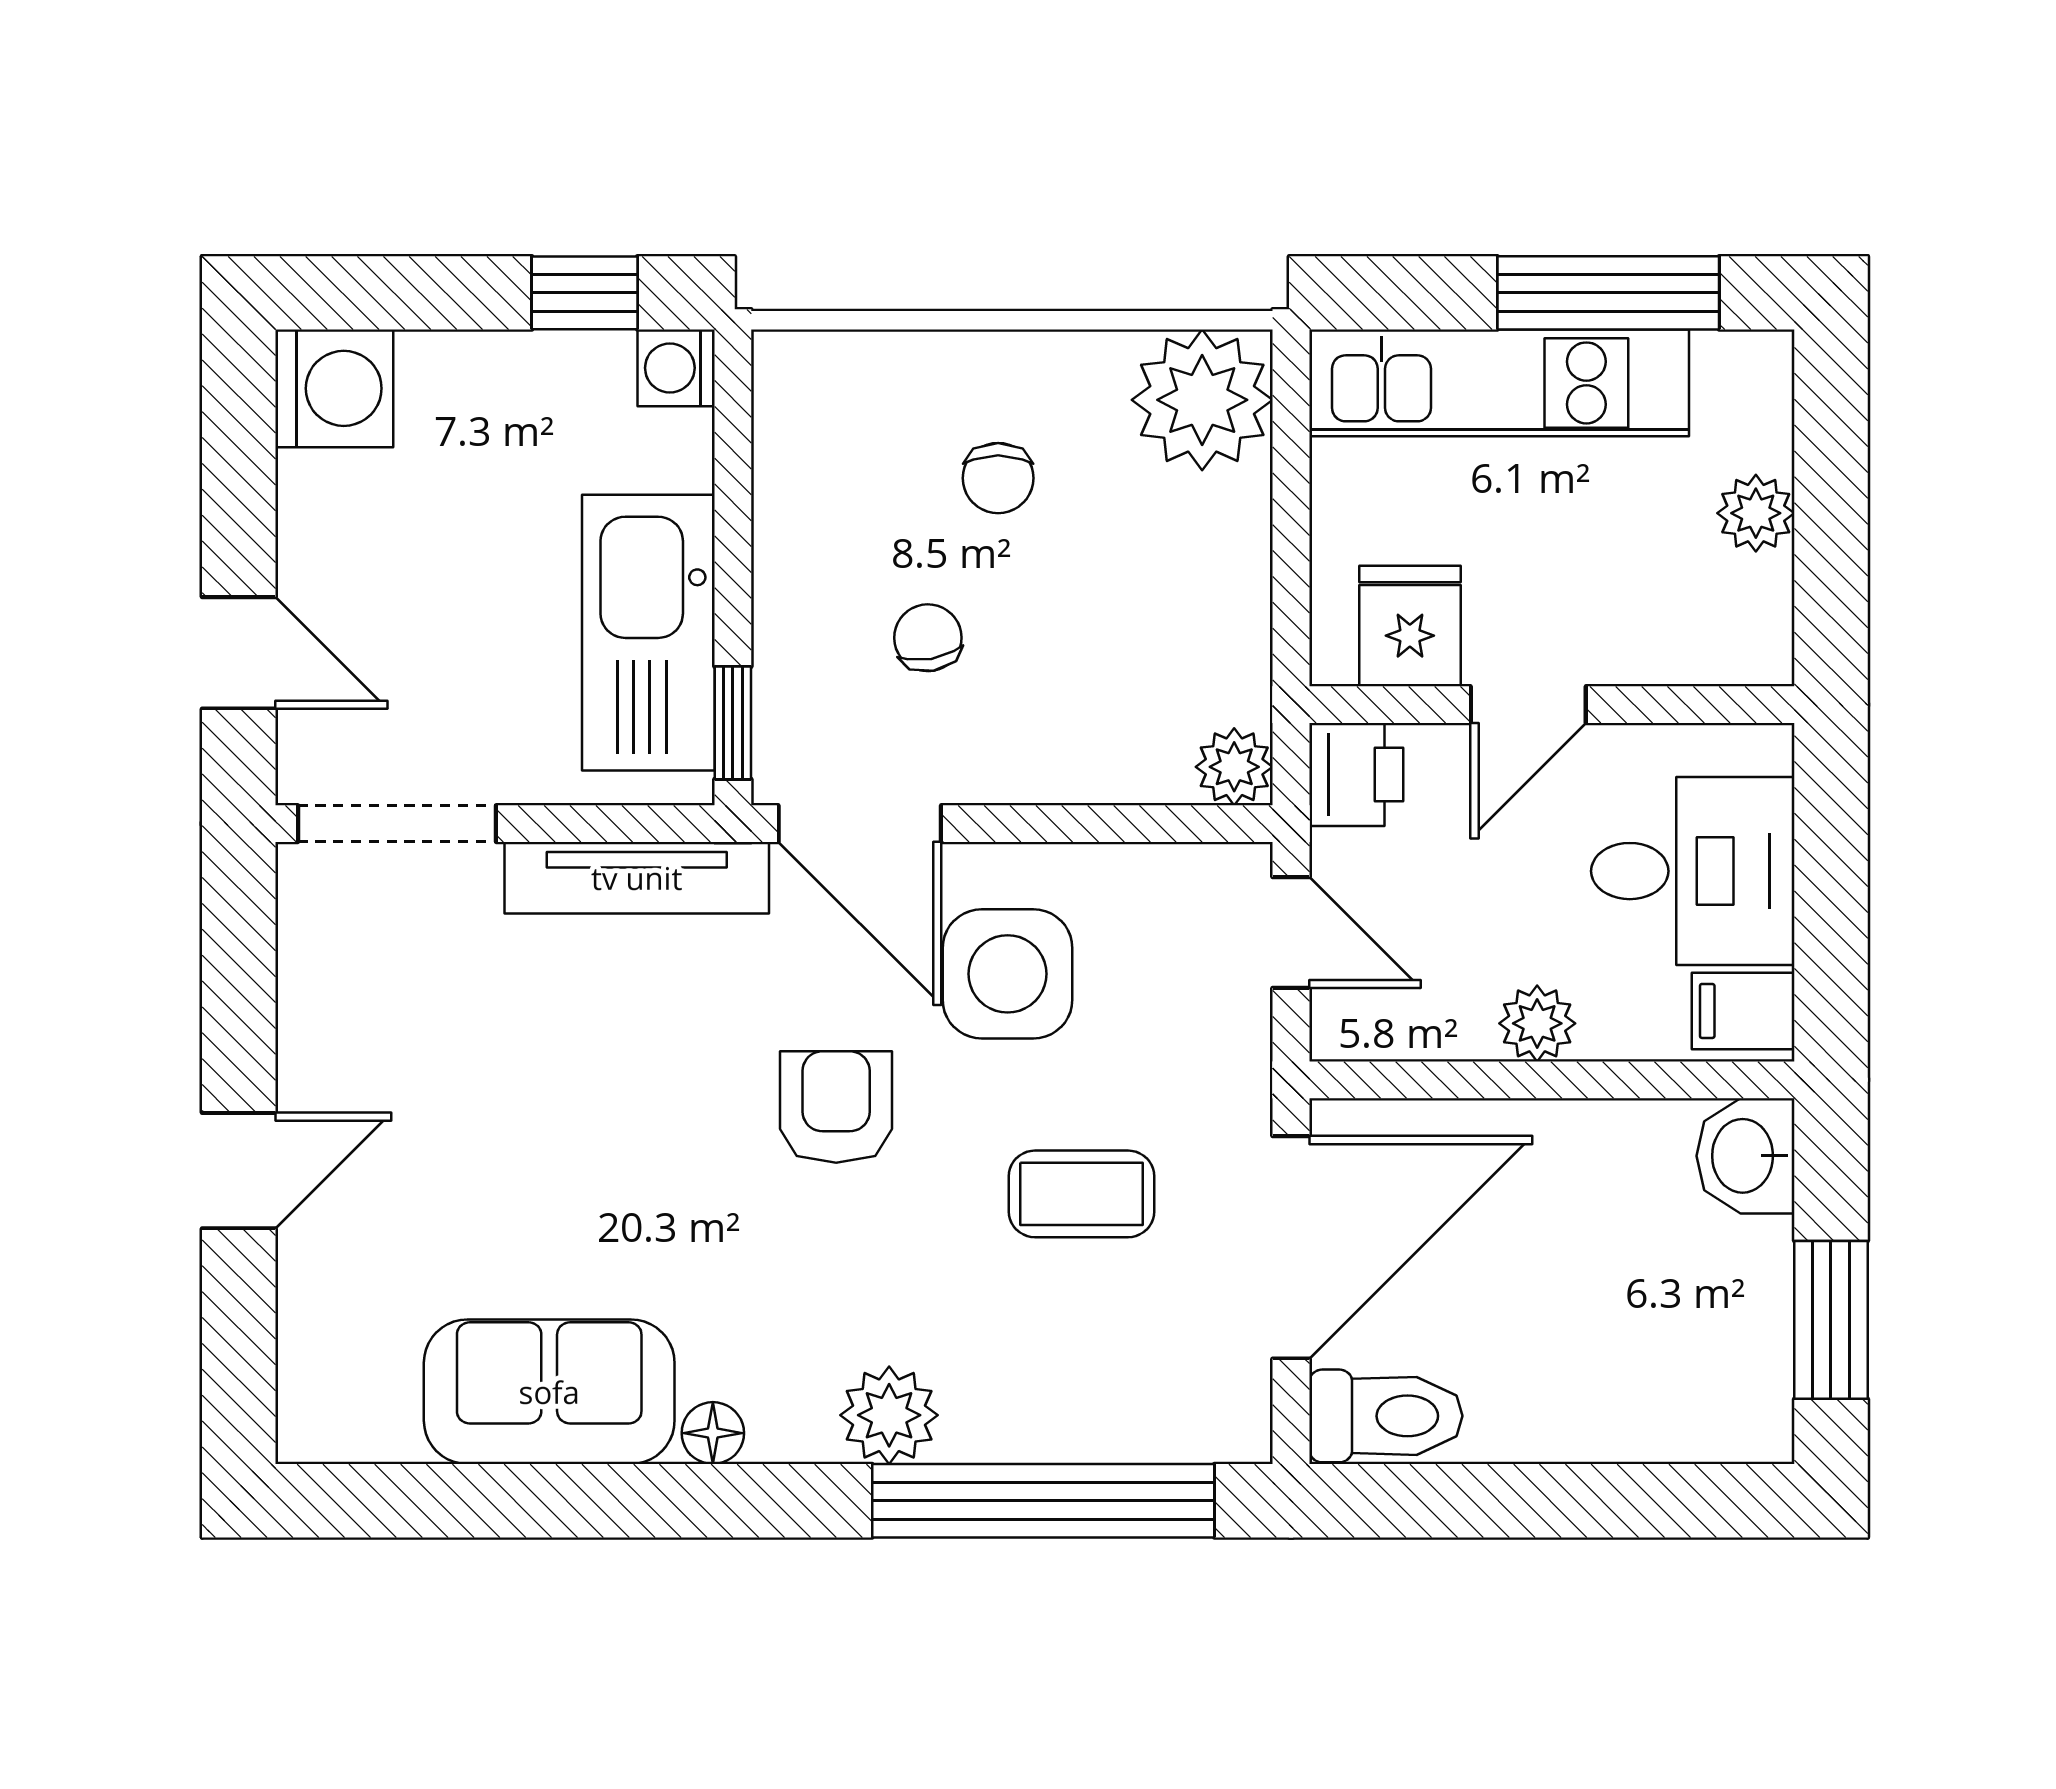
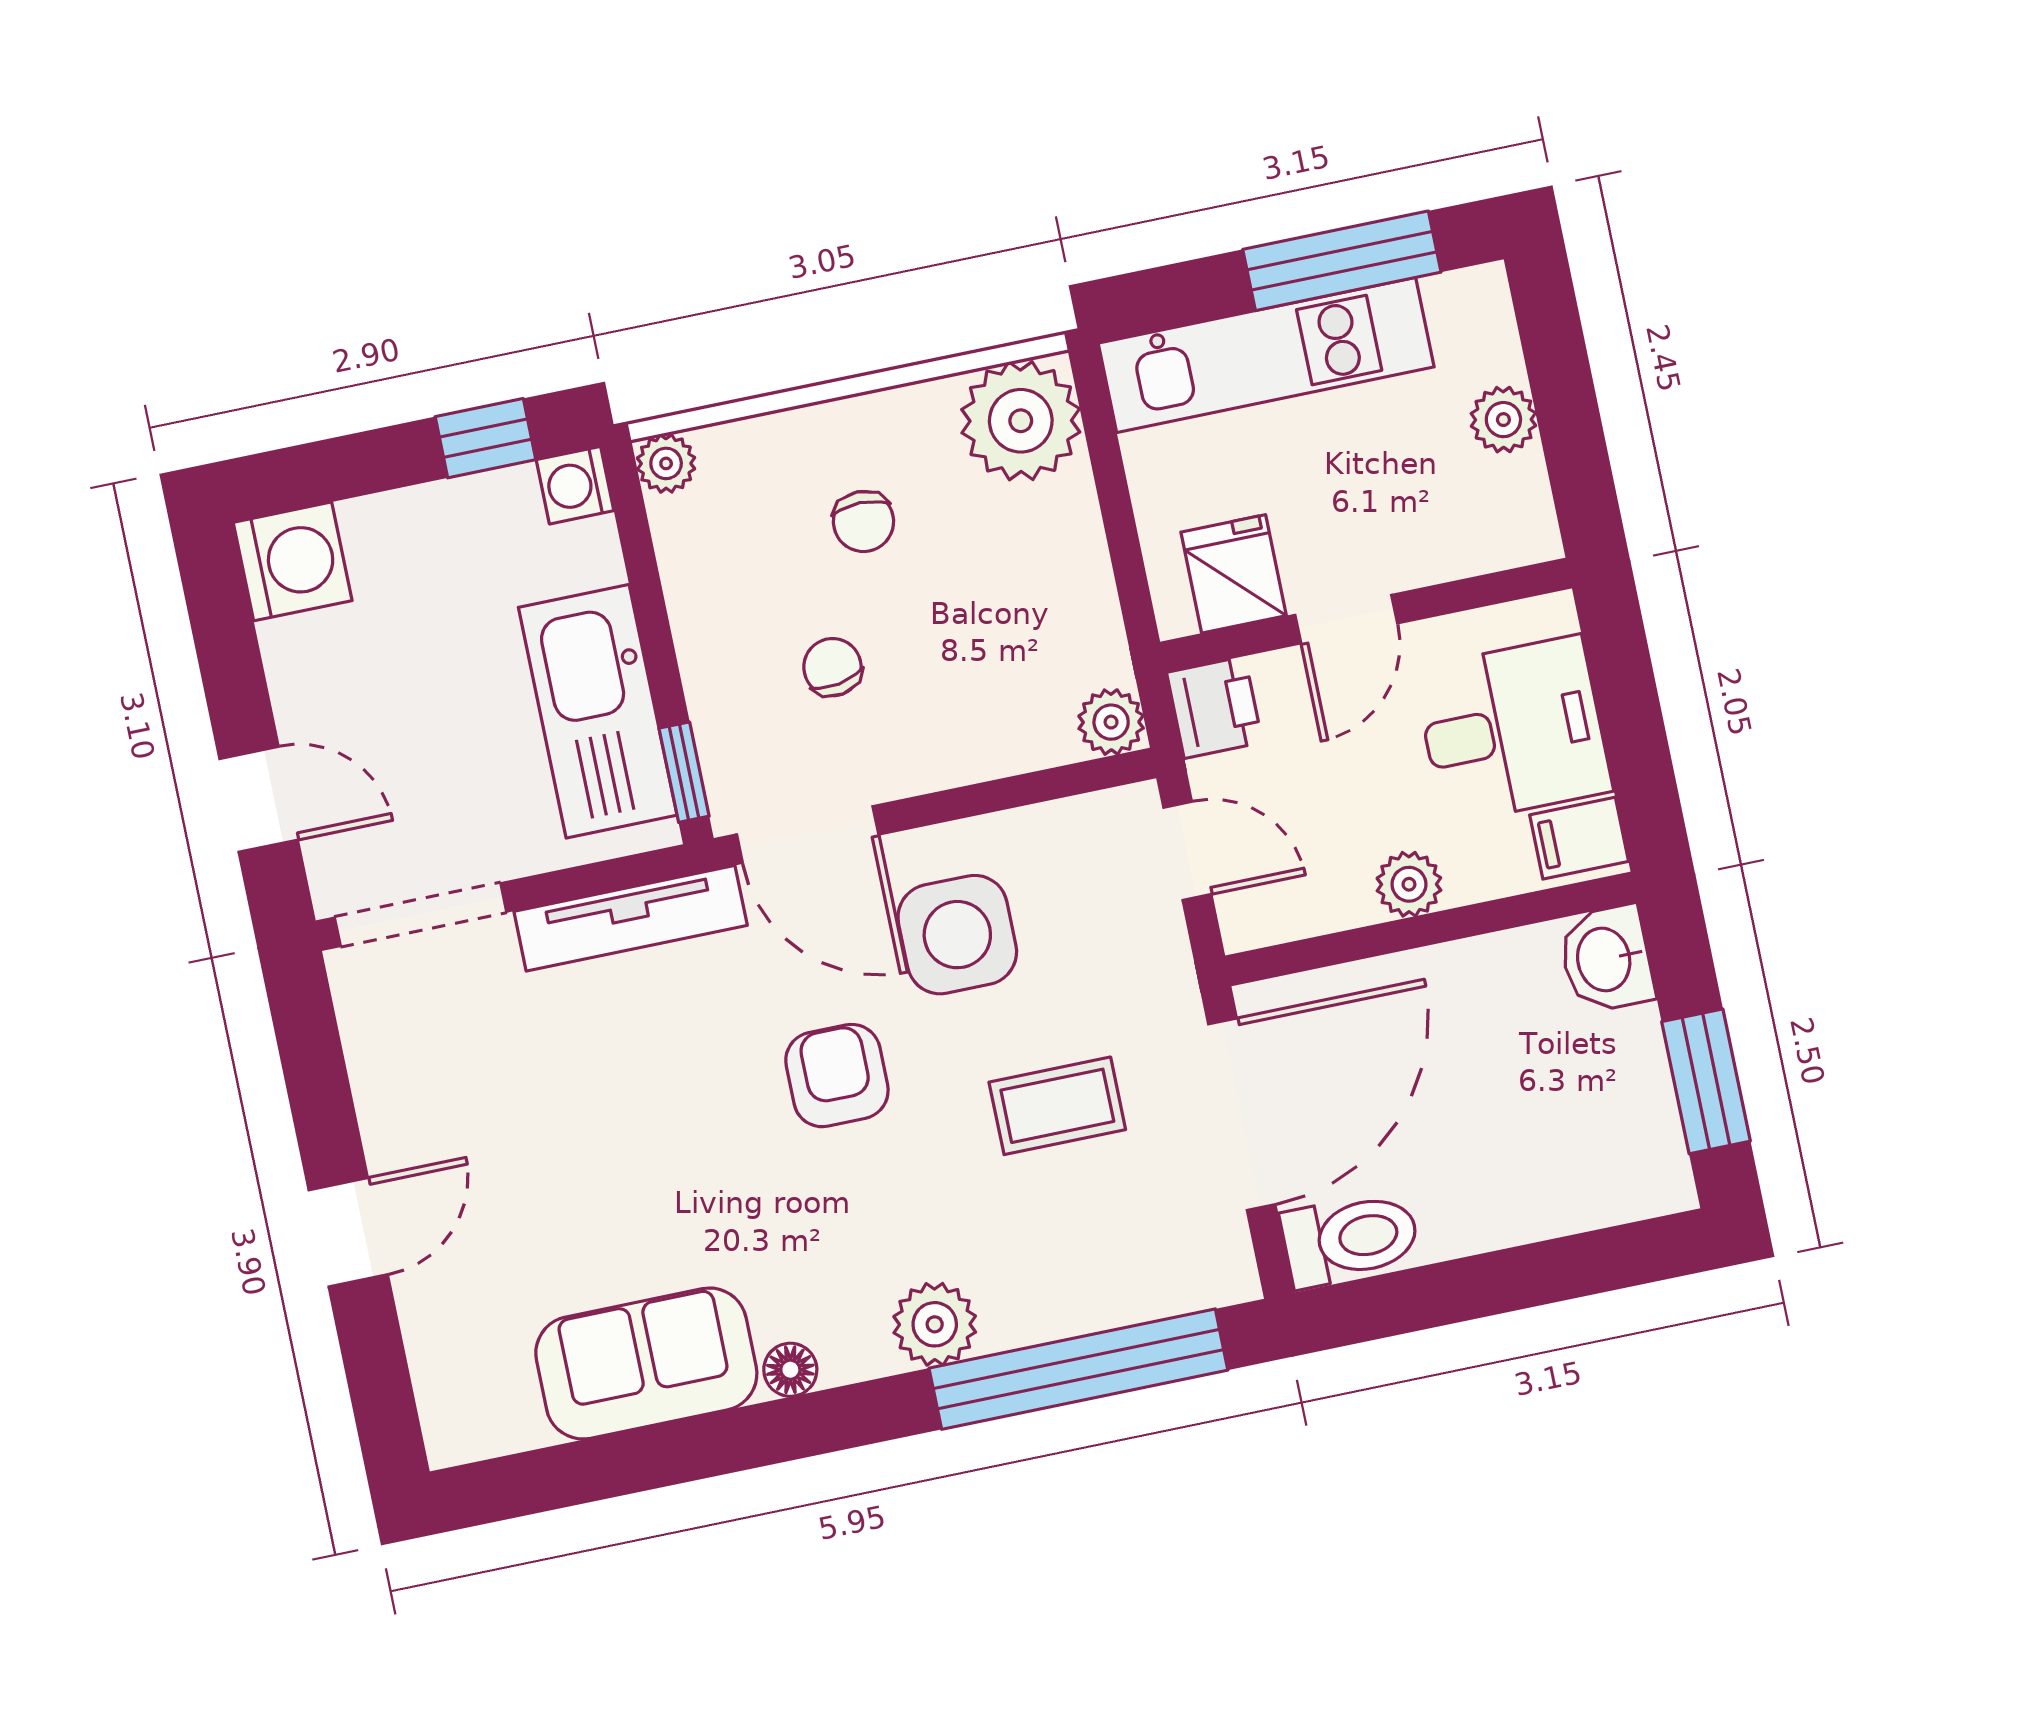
plant: (785, 365) -> (666, 463), added

